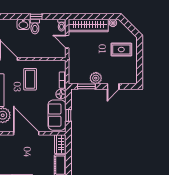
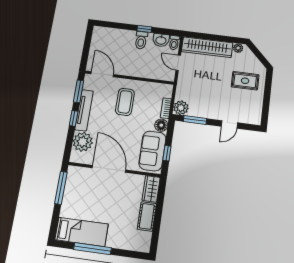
washbasin: (23, 24) -> (161, 40), moved
plant: (96, 78) -> (181, 108), moved

